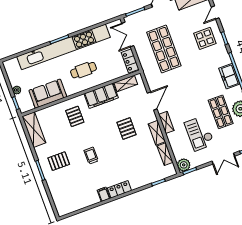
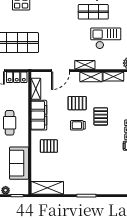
door: (152, 101) -> (61, 71), swing flipped
checkout: (199, 133) -> (106, 38), turned 180
trolley: (91, 156) -> (78, 125), moved
pallet: (59, 161) -> (101, 116), moved

